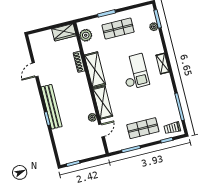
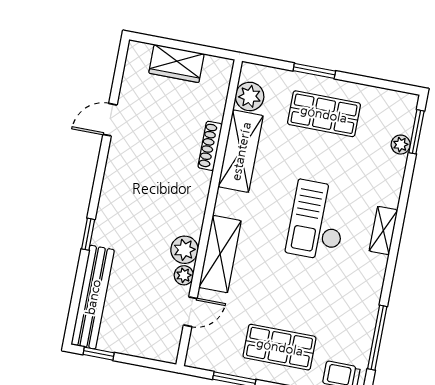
wardrobe: (64, 32) -> (177, 63), moved
shelving: (95, 70) -> (241, 151), moved
checkout: (135, 72) -> (318, 220), turned 180
bench: (52, 107) -> (93, 297), moved
plant: (88, 107) -> (184, 250), added

